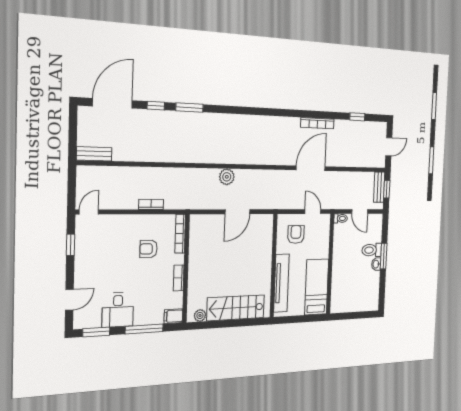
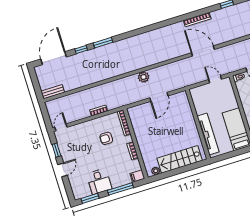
door: (311, 168) -> (203, 51), hinge flipped
armchair: (296, 234) -> (207, 99), removed
door: (69, 300) -> (63, 170), moved

